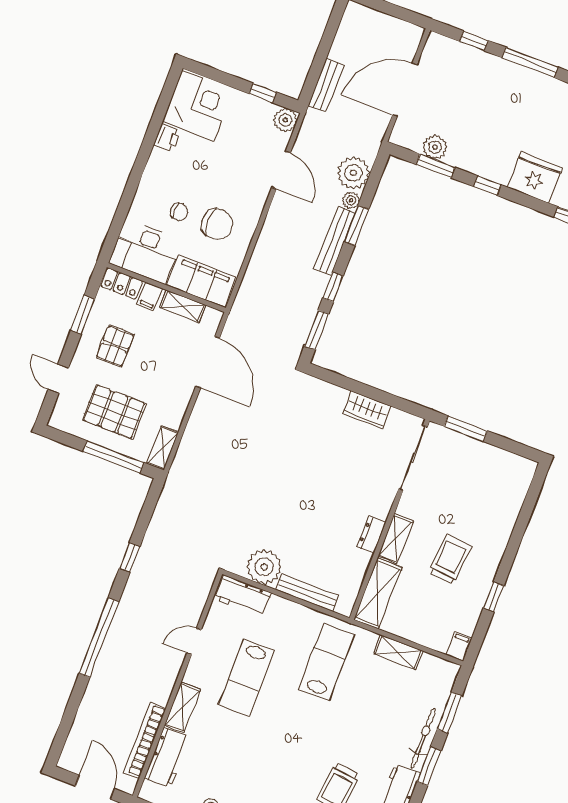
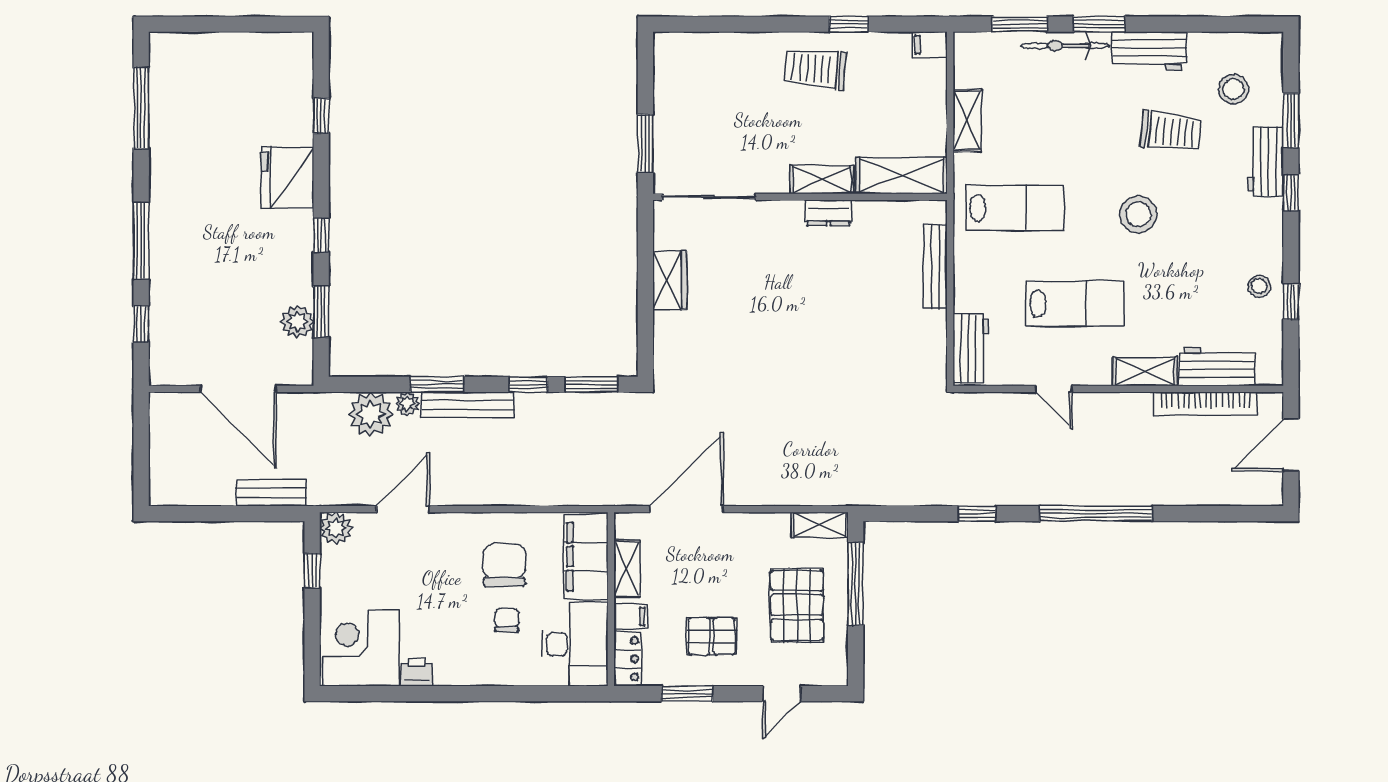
trolley: (450, 560) -> (815, 69), moved
plant: (264, 567) -> (923, 335), removed
lab bench: (327, 662) -> (1015, 208), turned 180
stool: (290, 744) -> (1138, 214), added

